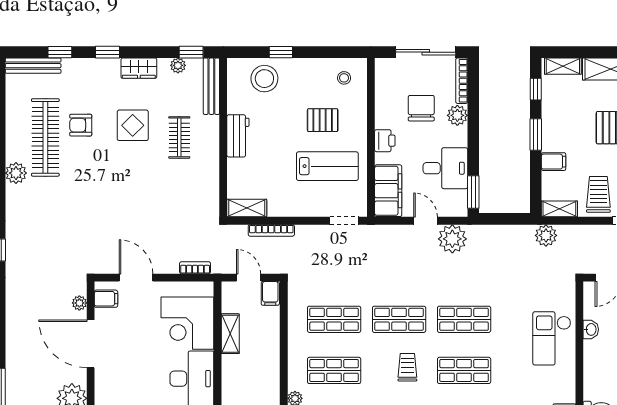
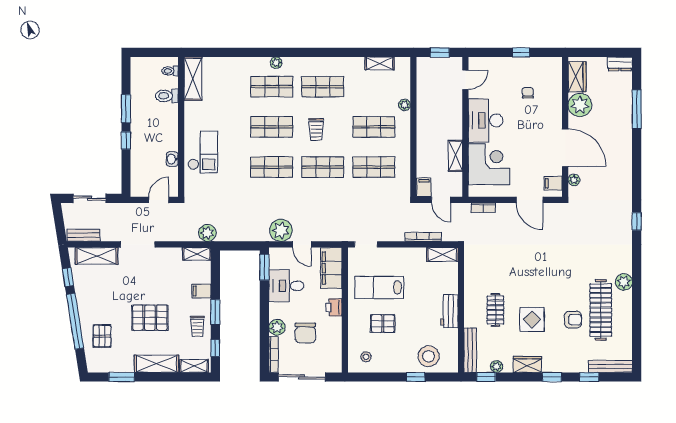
trolley: (598, 194) -> (197, 326), moved, width x0.73, depth x0.72

